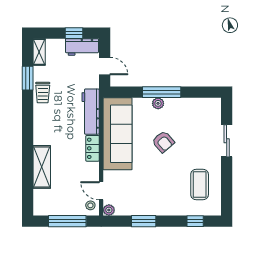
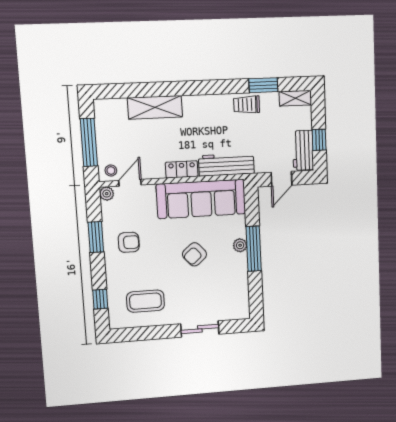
armchair: (150, 195) -> (129, 242), added

